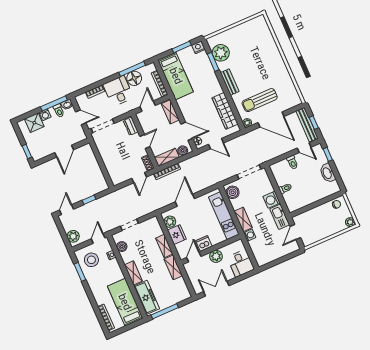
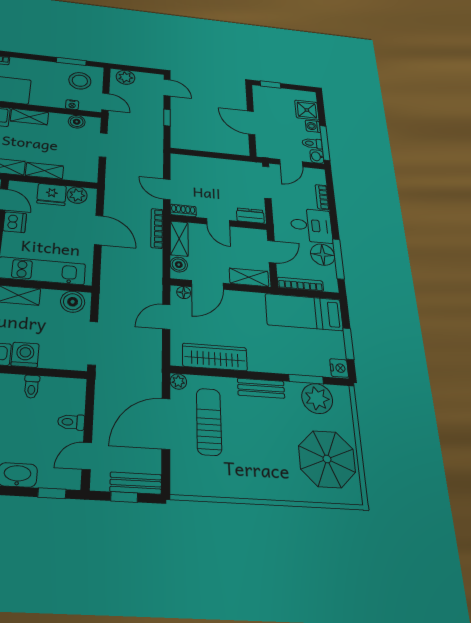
parasol: (249, 38) -> (327, 459), added
door: (148, 106) -> (272, 252), hinge flipped
bench: (307, 125) -> (136, 483), width x0.73

